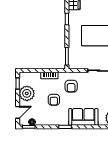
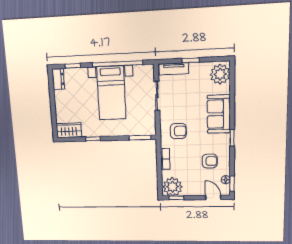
plant: (27, 93) -> (173, 187), moved
armchair: (54, 100) -> (210, 161), moved

